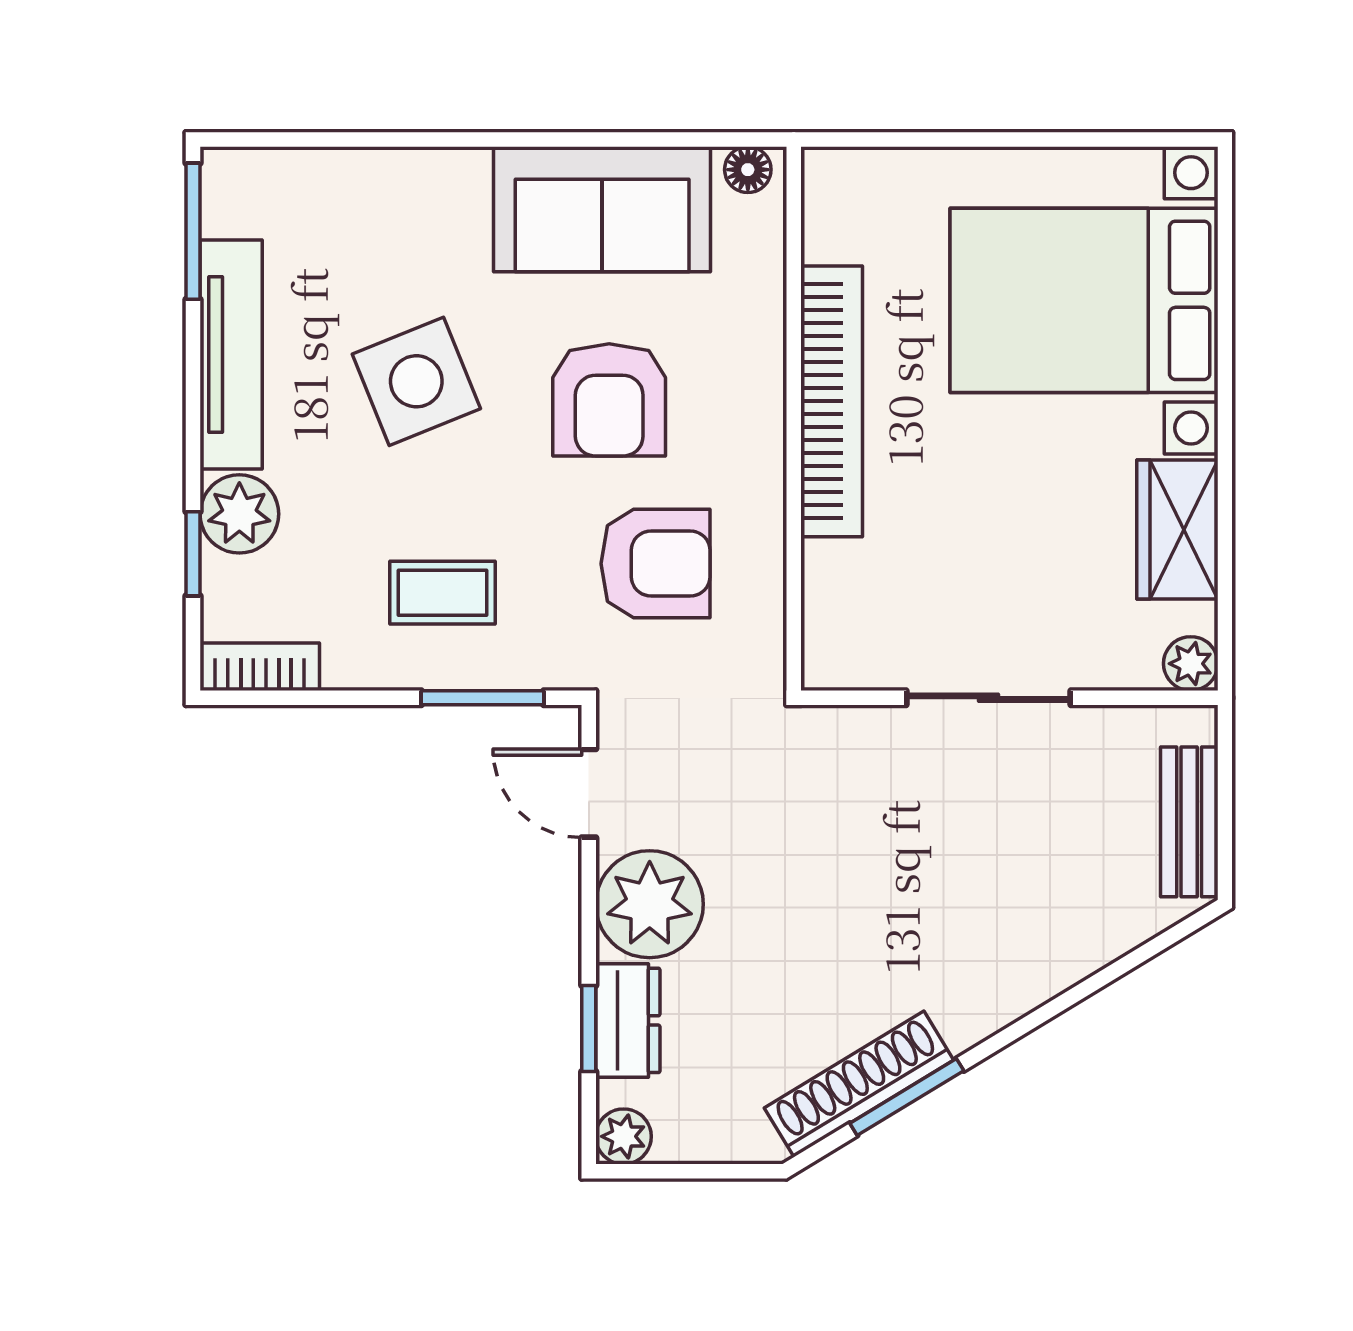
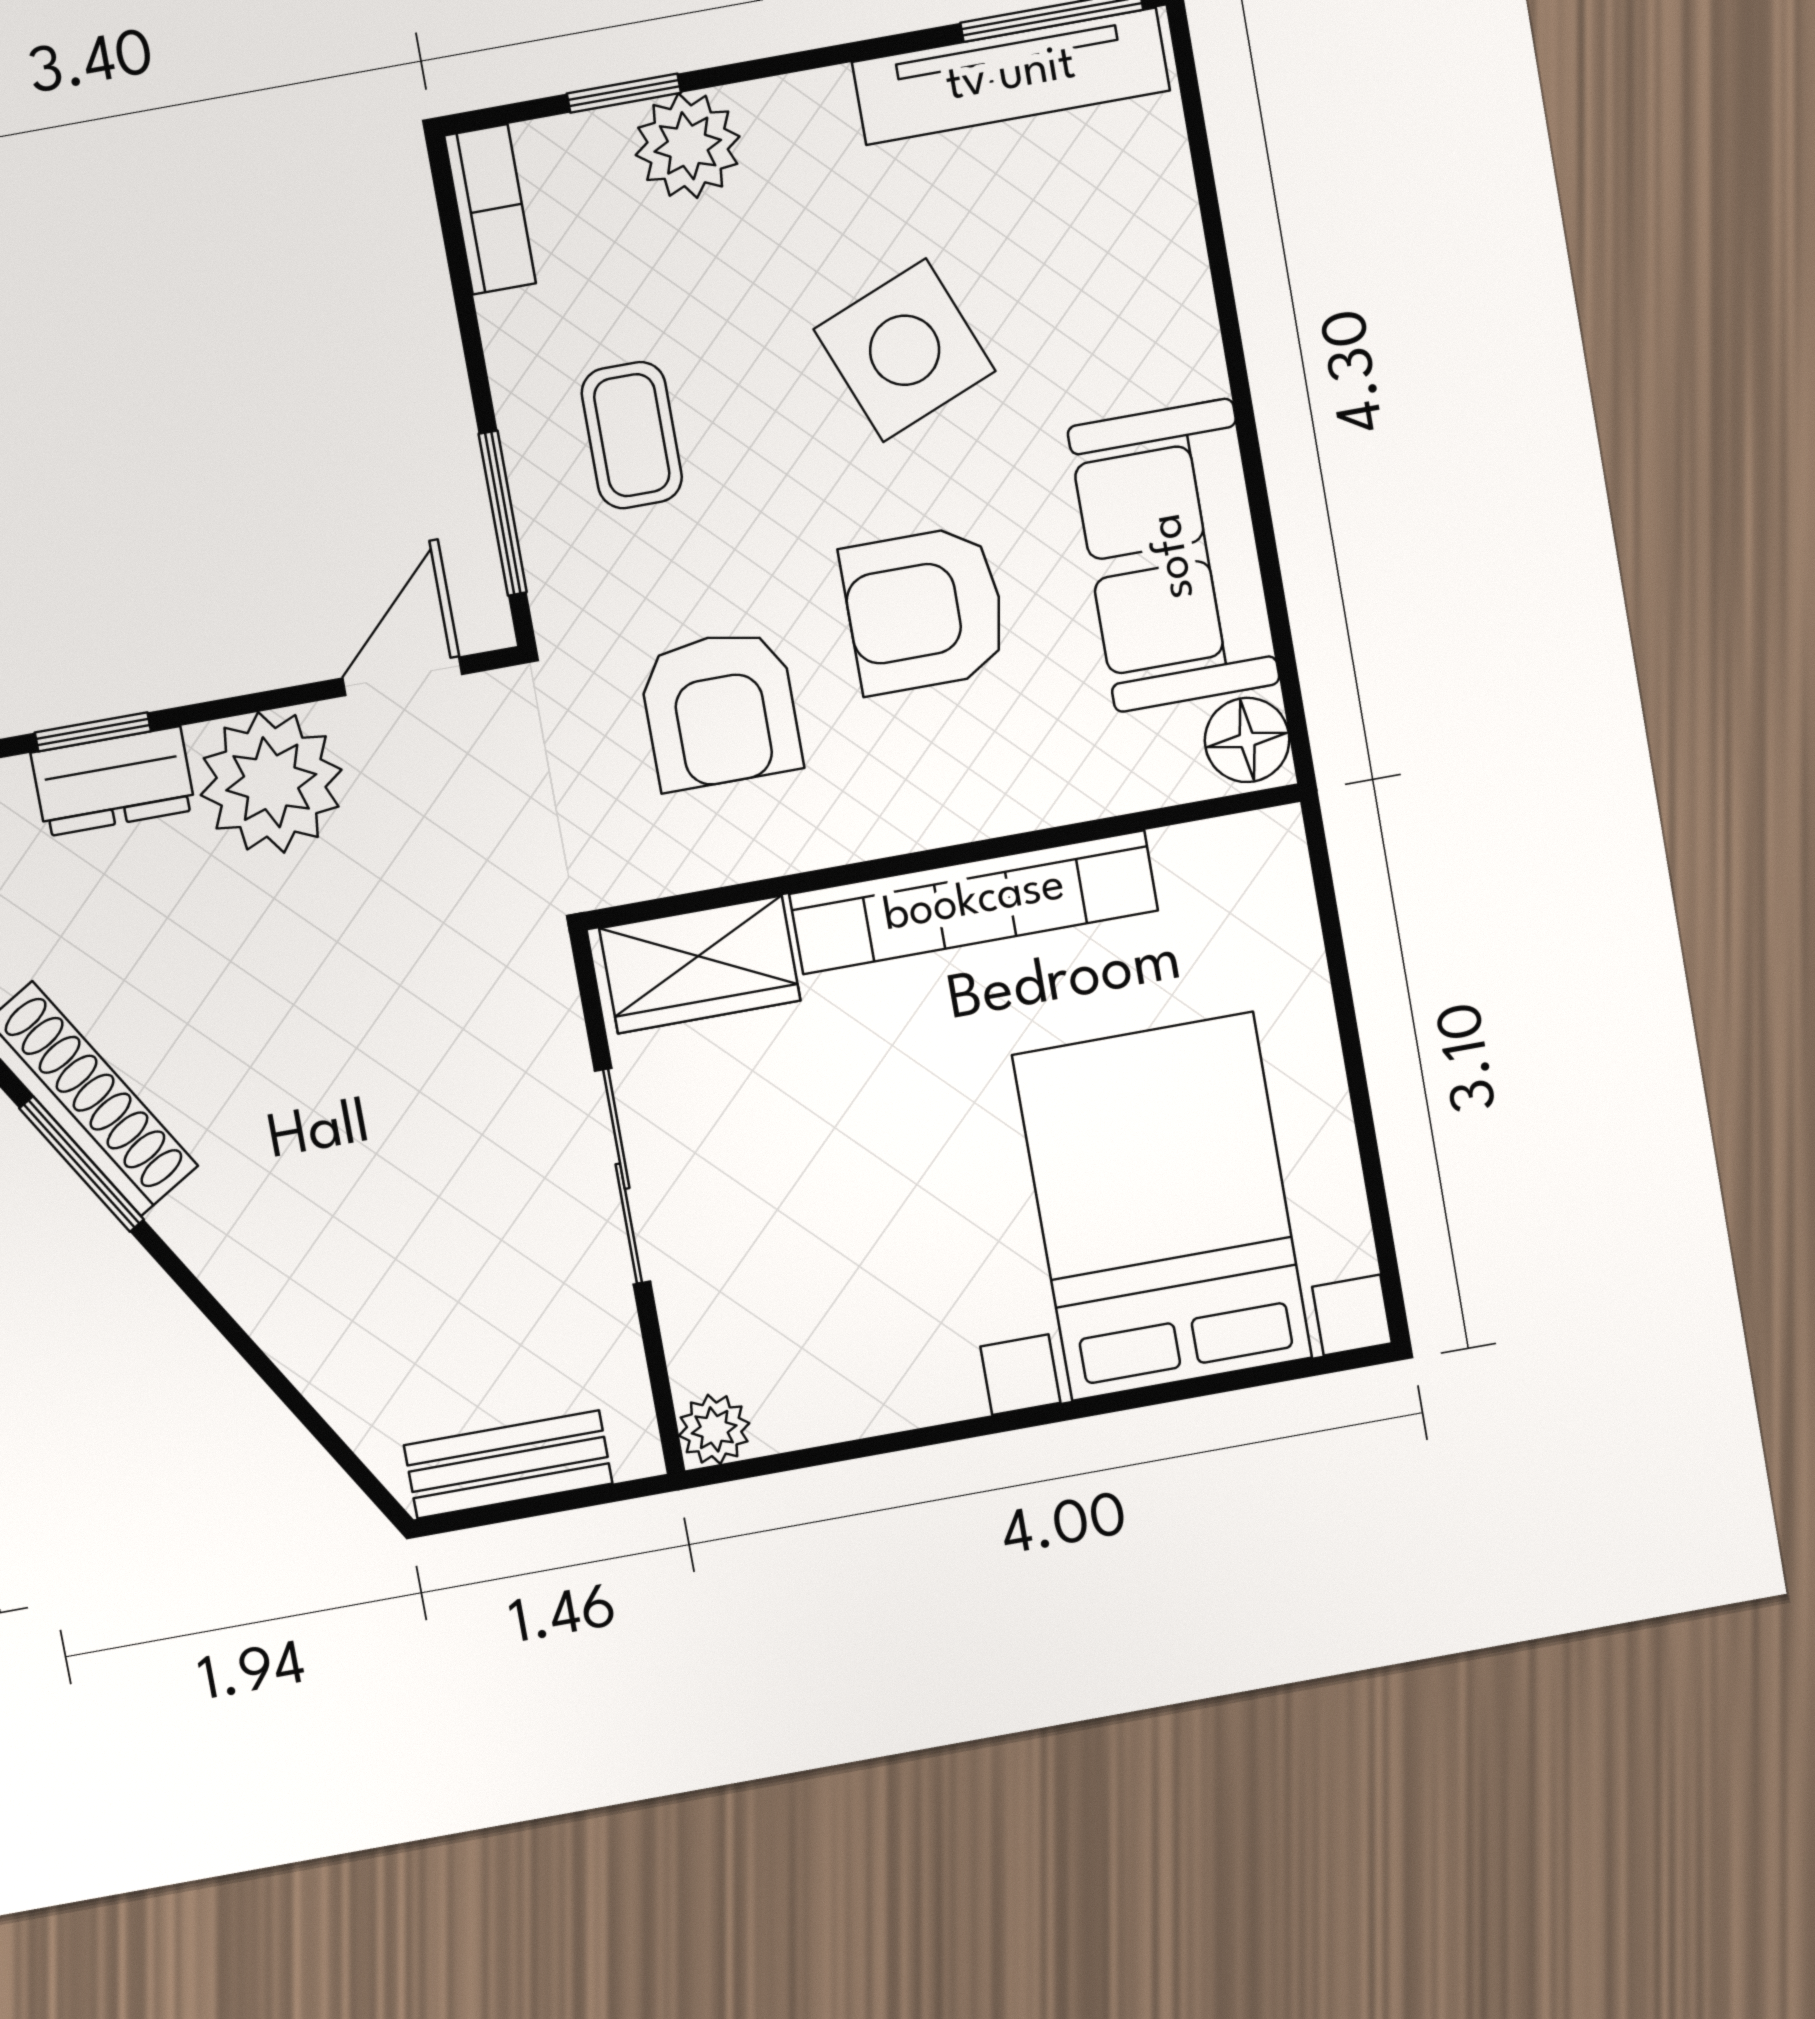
floor lamp: (748, 170) -> (1247, 740), width x1.37, depth x1.37
tv unit: (231, 355) -> (1011, 76), moved
wardrobe: (1177, 529) -> (700, 964), moved, turned 180

